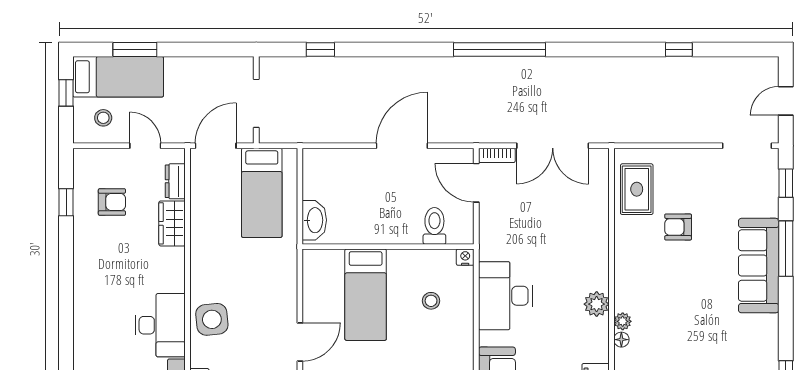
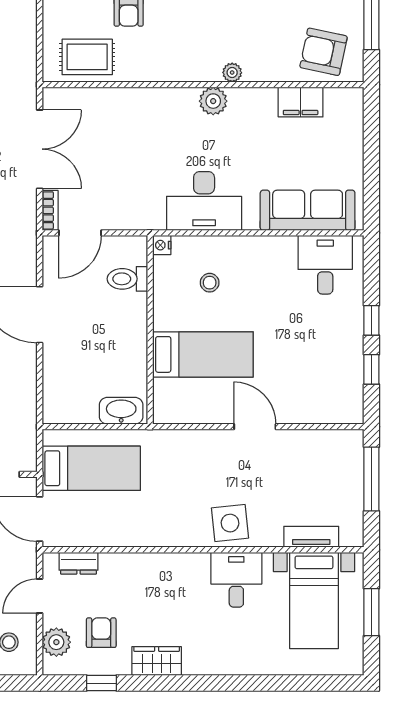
plant: (103, 161) -> (56, 642), added
wardrobe: (172, 223) -> (157, 661), moved, turned 180
desk: (160, 325) -> (236, 580), width x0.73
floor lamp: (621, 340) -> (252, 74), removed

